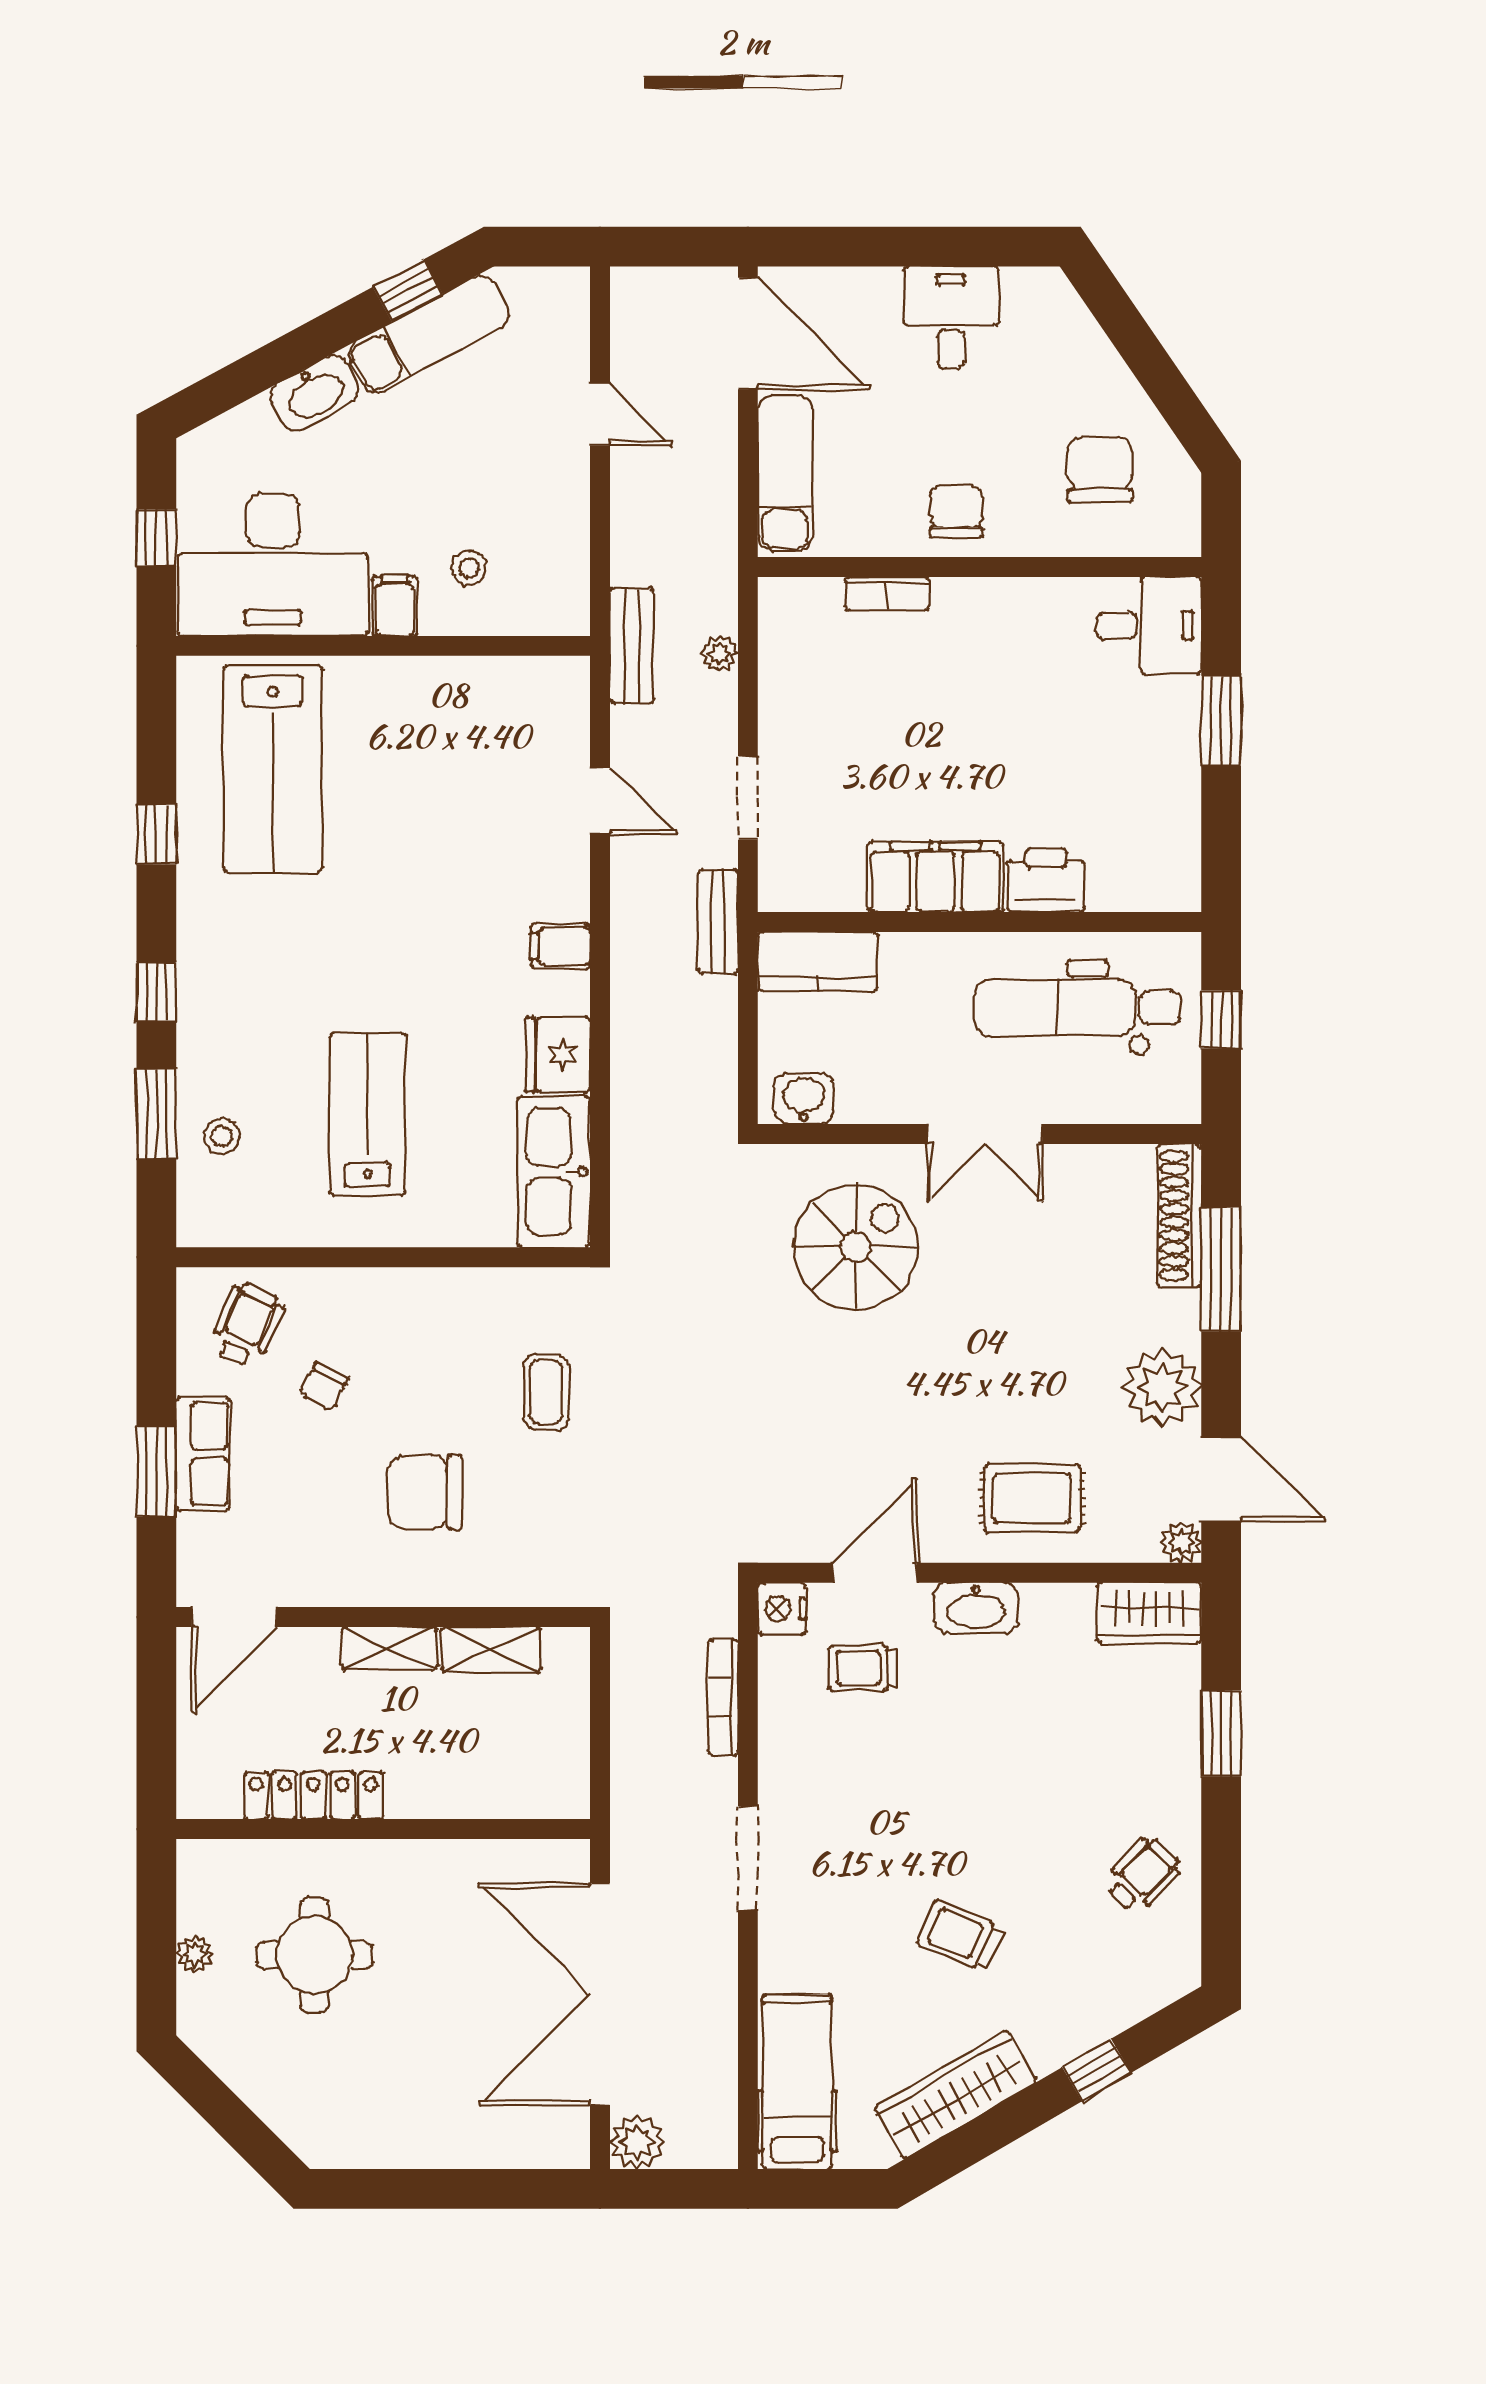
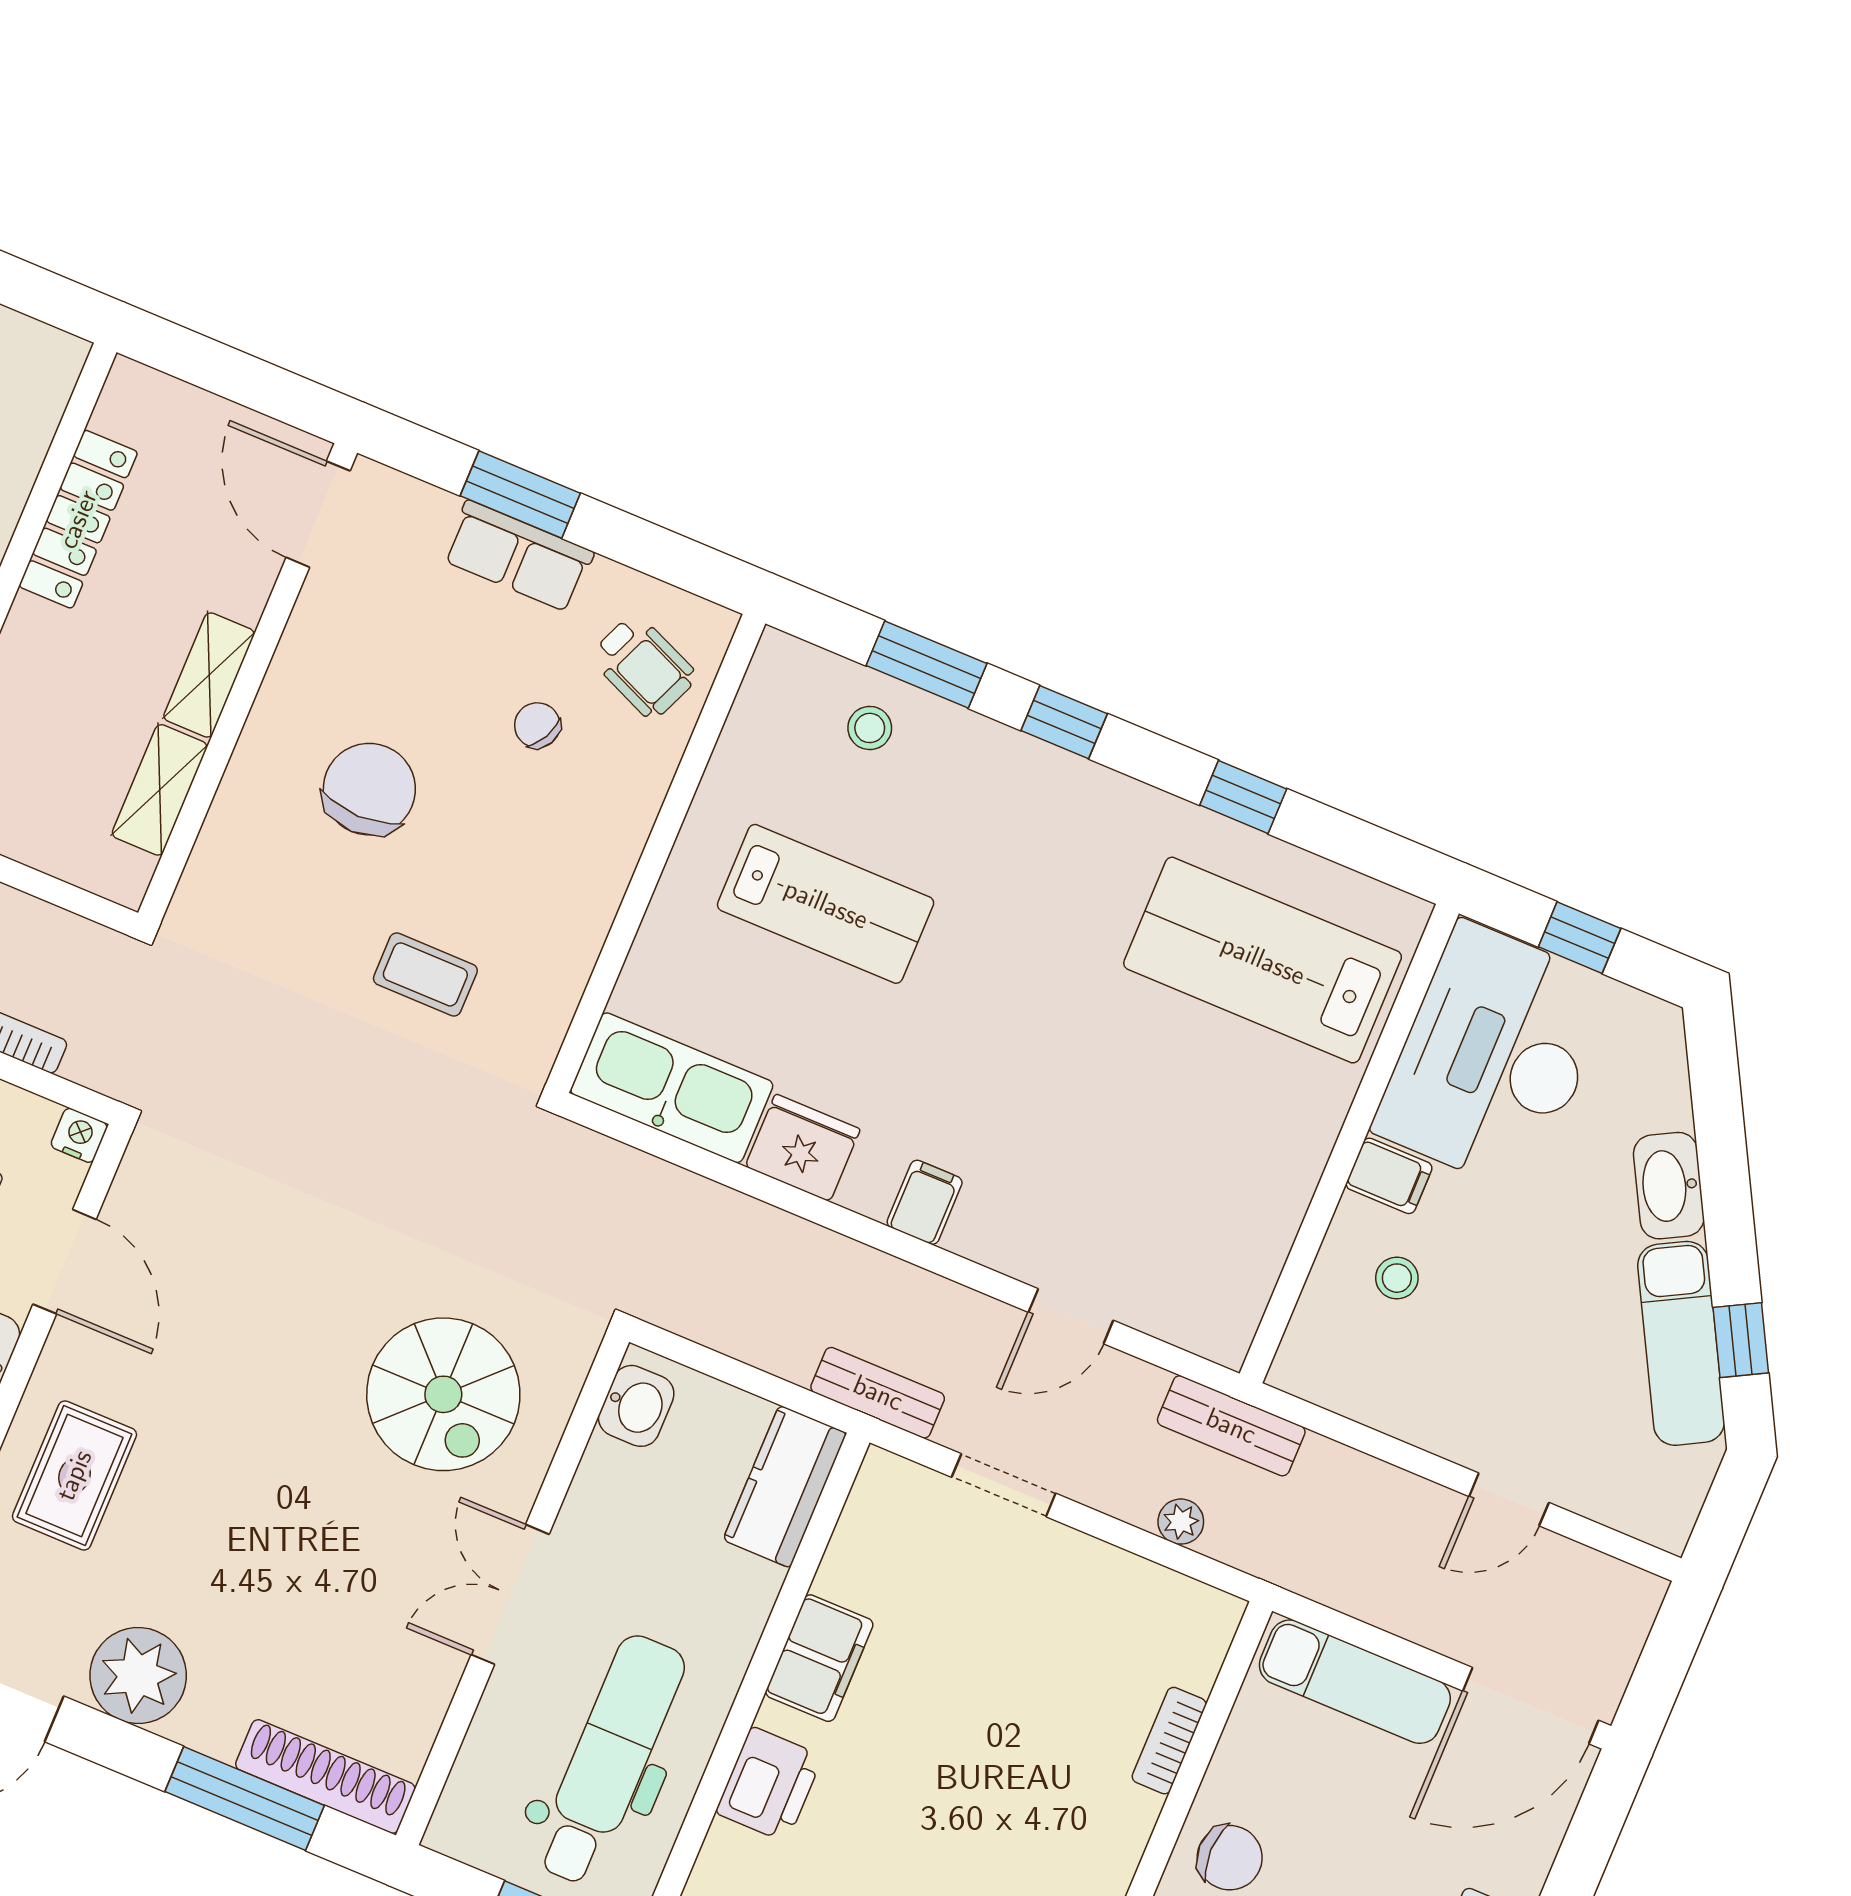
filing cabinet: (935, 877) -> (819, 1658), width x0.67, depth x0.86
nightstand: (782, 1609) -> (79, 1135), width x0.72, depth x0.74

